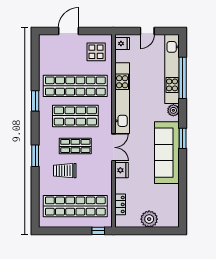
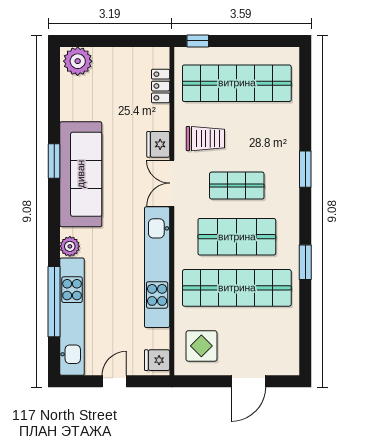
window: (183, 138) -> (54, 161), moved
trolley: (65, 171) -> (205, 139), moved
plant: (149, 219) -> (78, 61), moved

